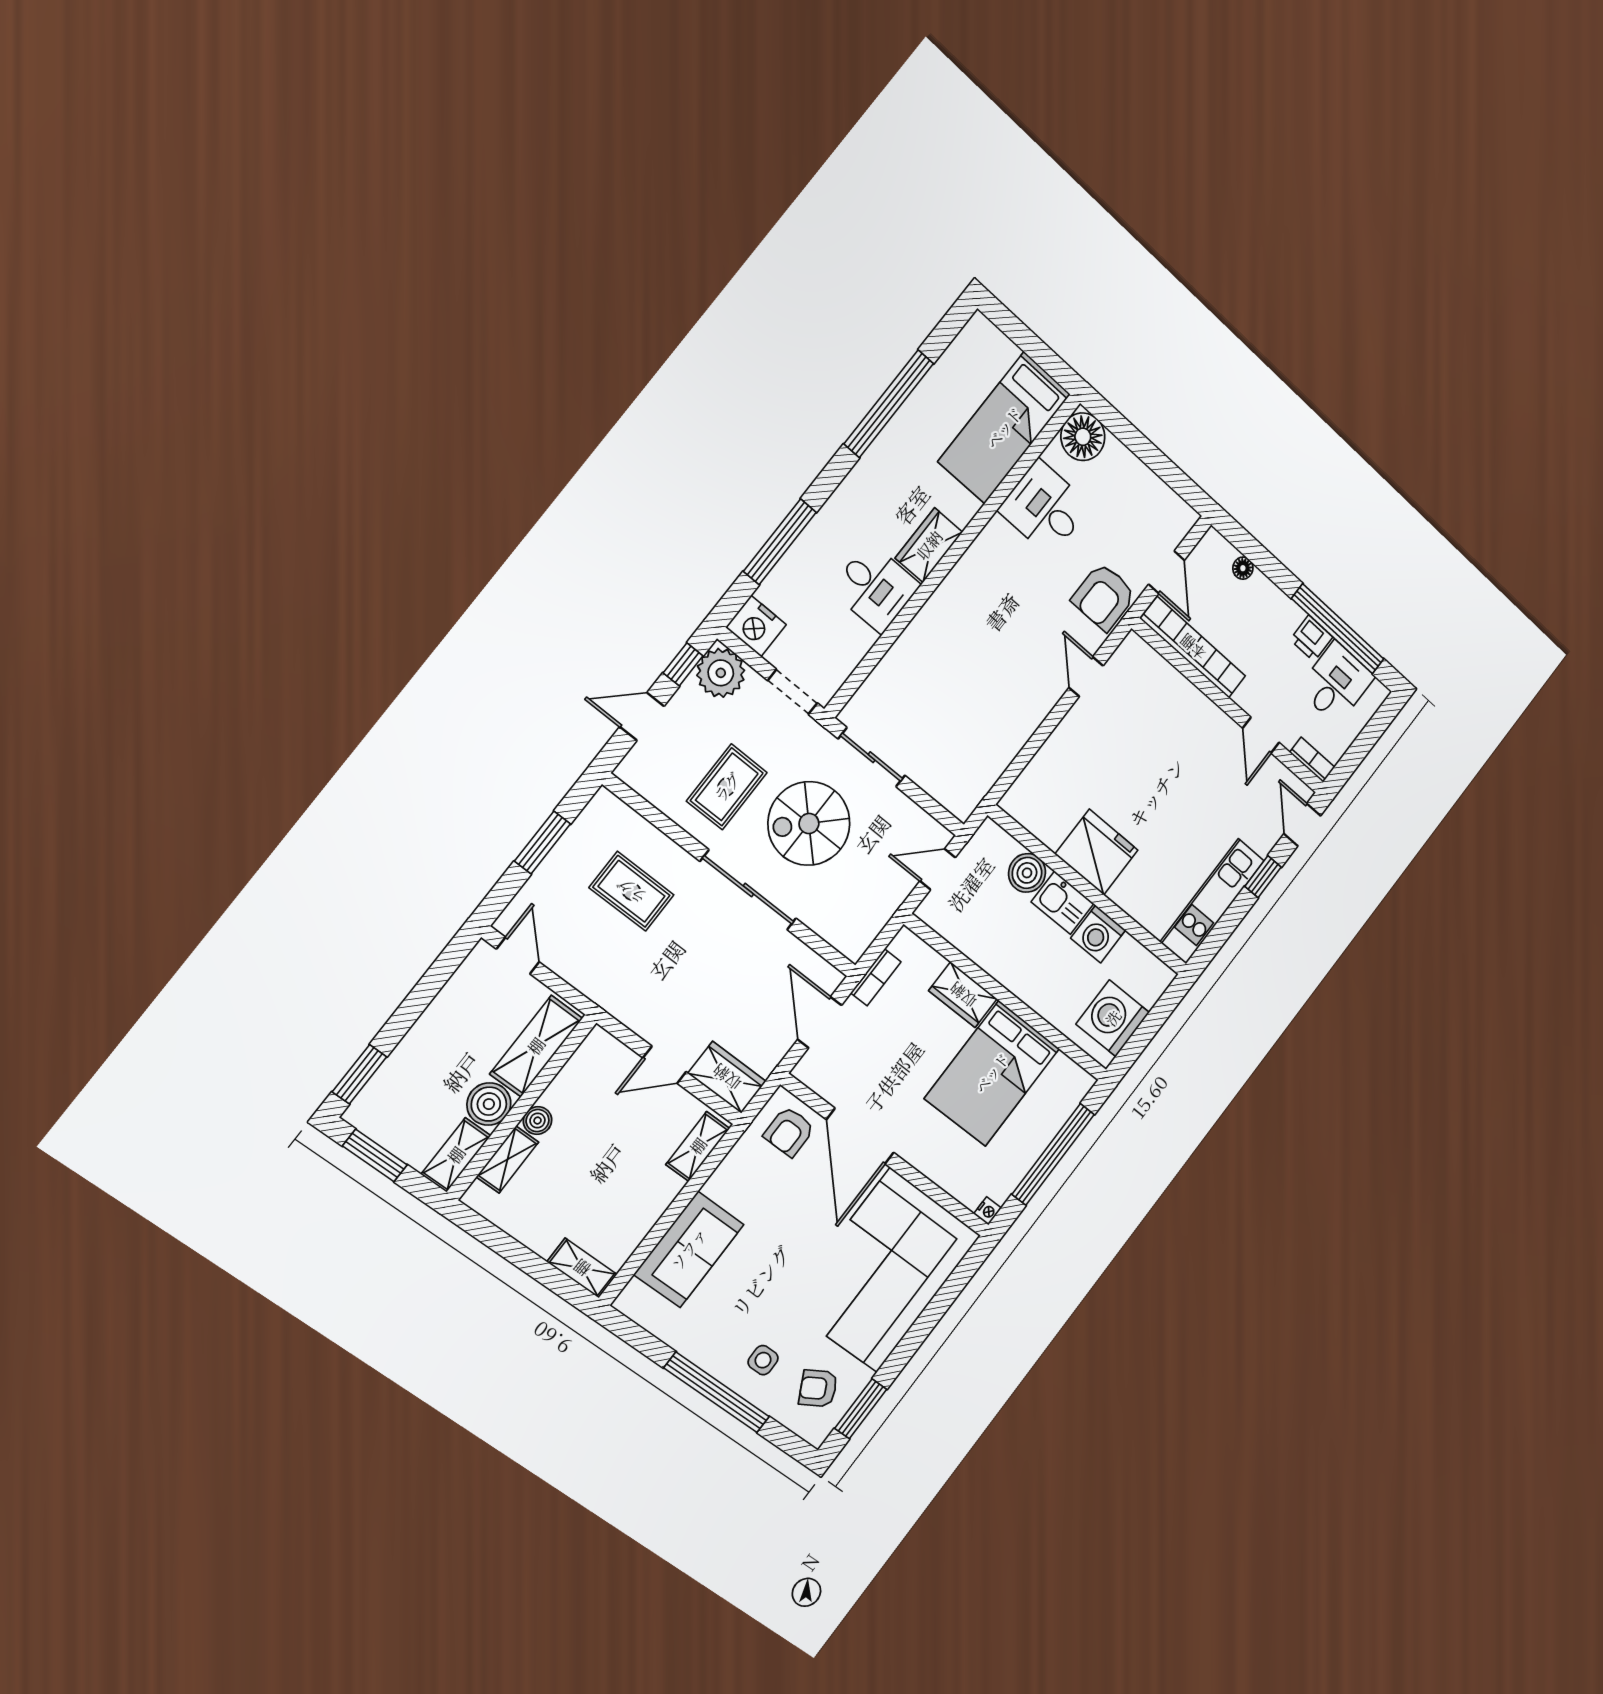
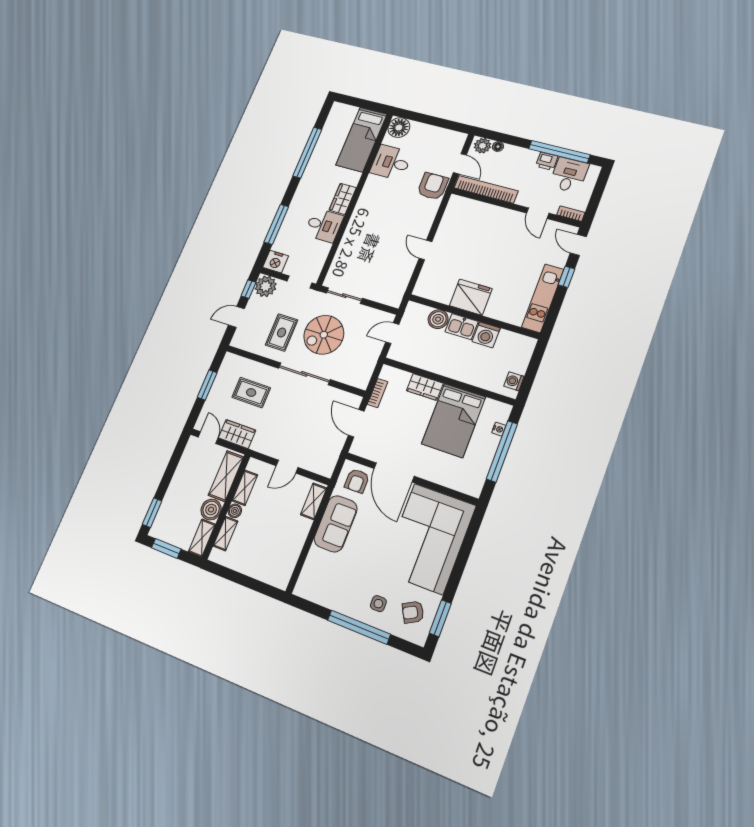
plant: (1218, 553) -> (482, 146), added
armchair: (1104, 597) -> (433, 186), turned 180
door: (1086, 677) -> (425, 250), moved
washing machine: (1113, 1018) -> (514, 381), width x0.53, depth x0.53
wardrobe: (727, 1077) -> (237, 434), moved
nightstand: (987, 1211) -> (499, 429), moved
sofa: (689, 1249) -> (336, 524), moved
shelving: (582, 1268) -> (245, 488), moved, turned 90

